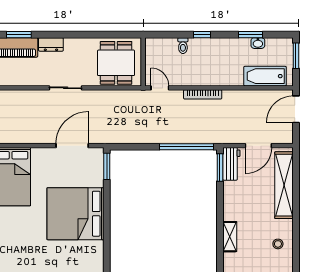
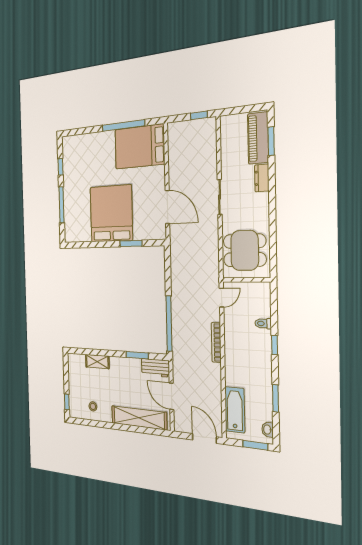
washbasin: (258, 43) -> (268, 430), moved
window: (107, 166) -> (131, 244), moved
window: (220, 167) -> (137, 355), moved

